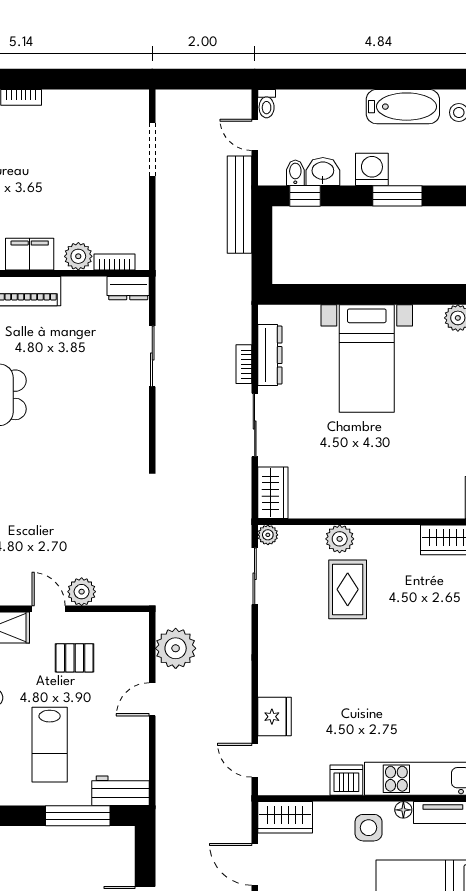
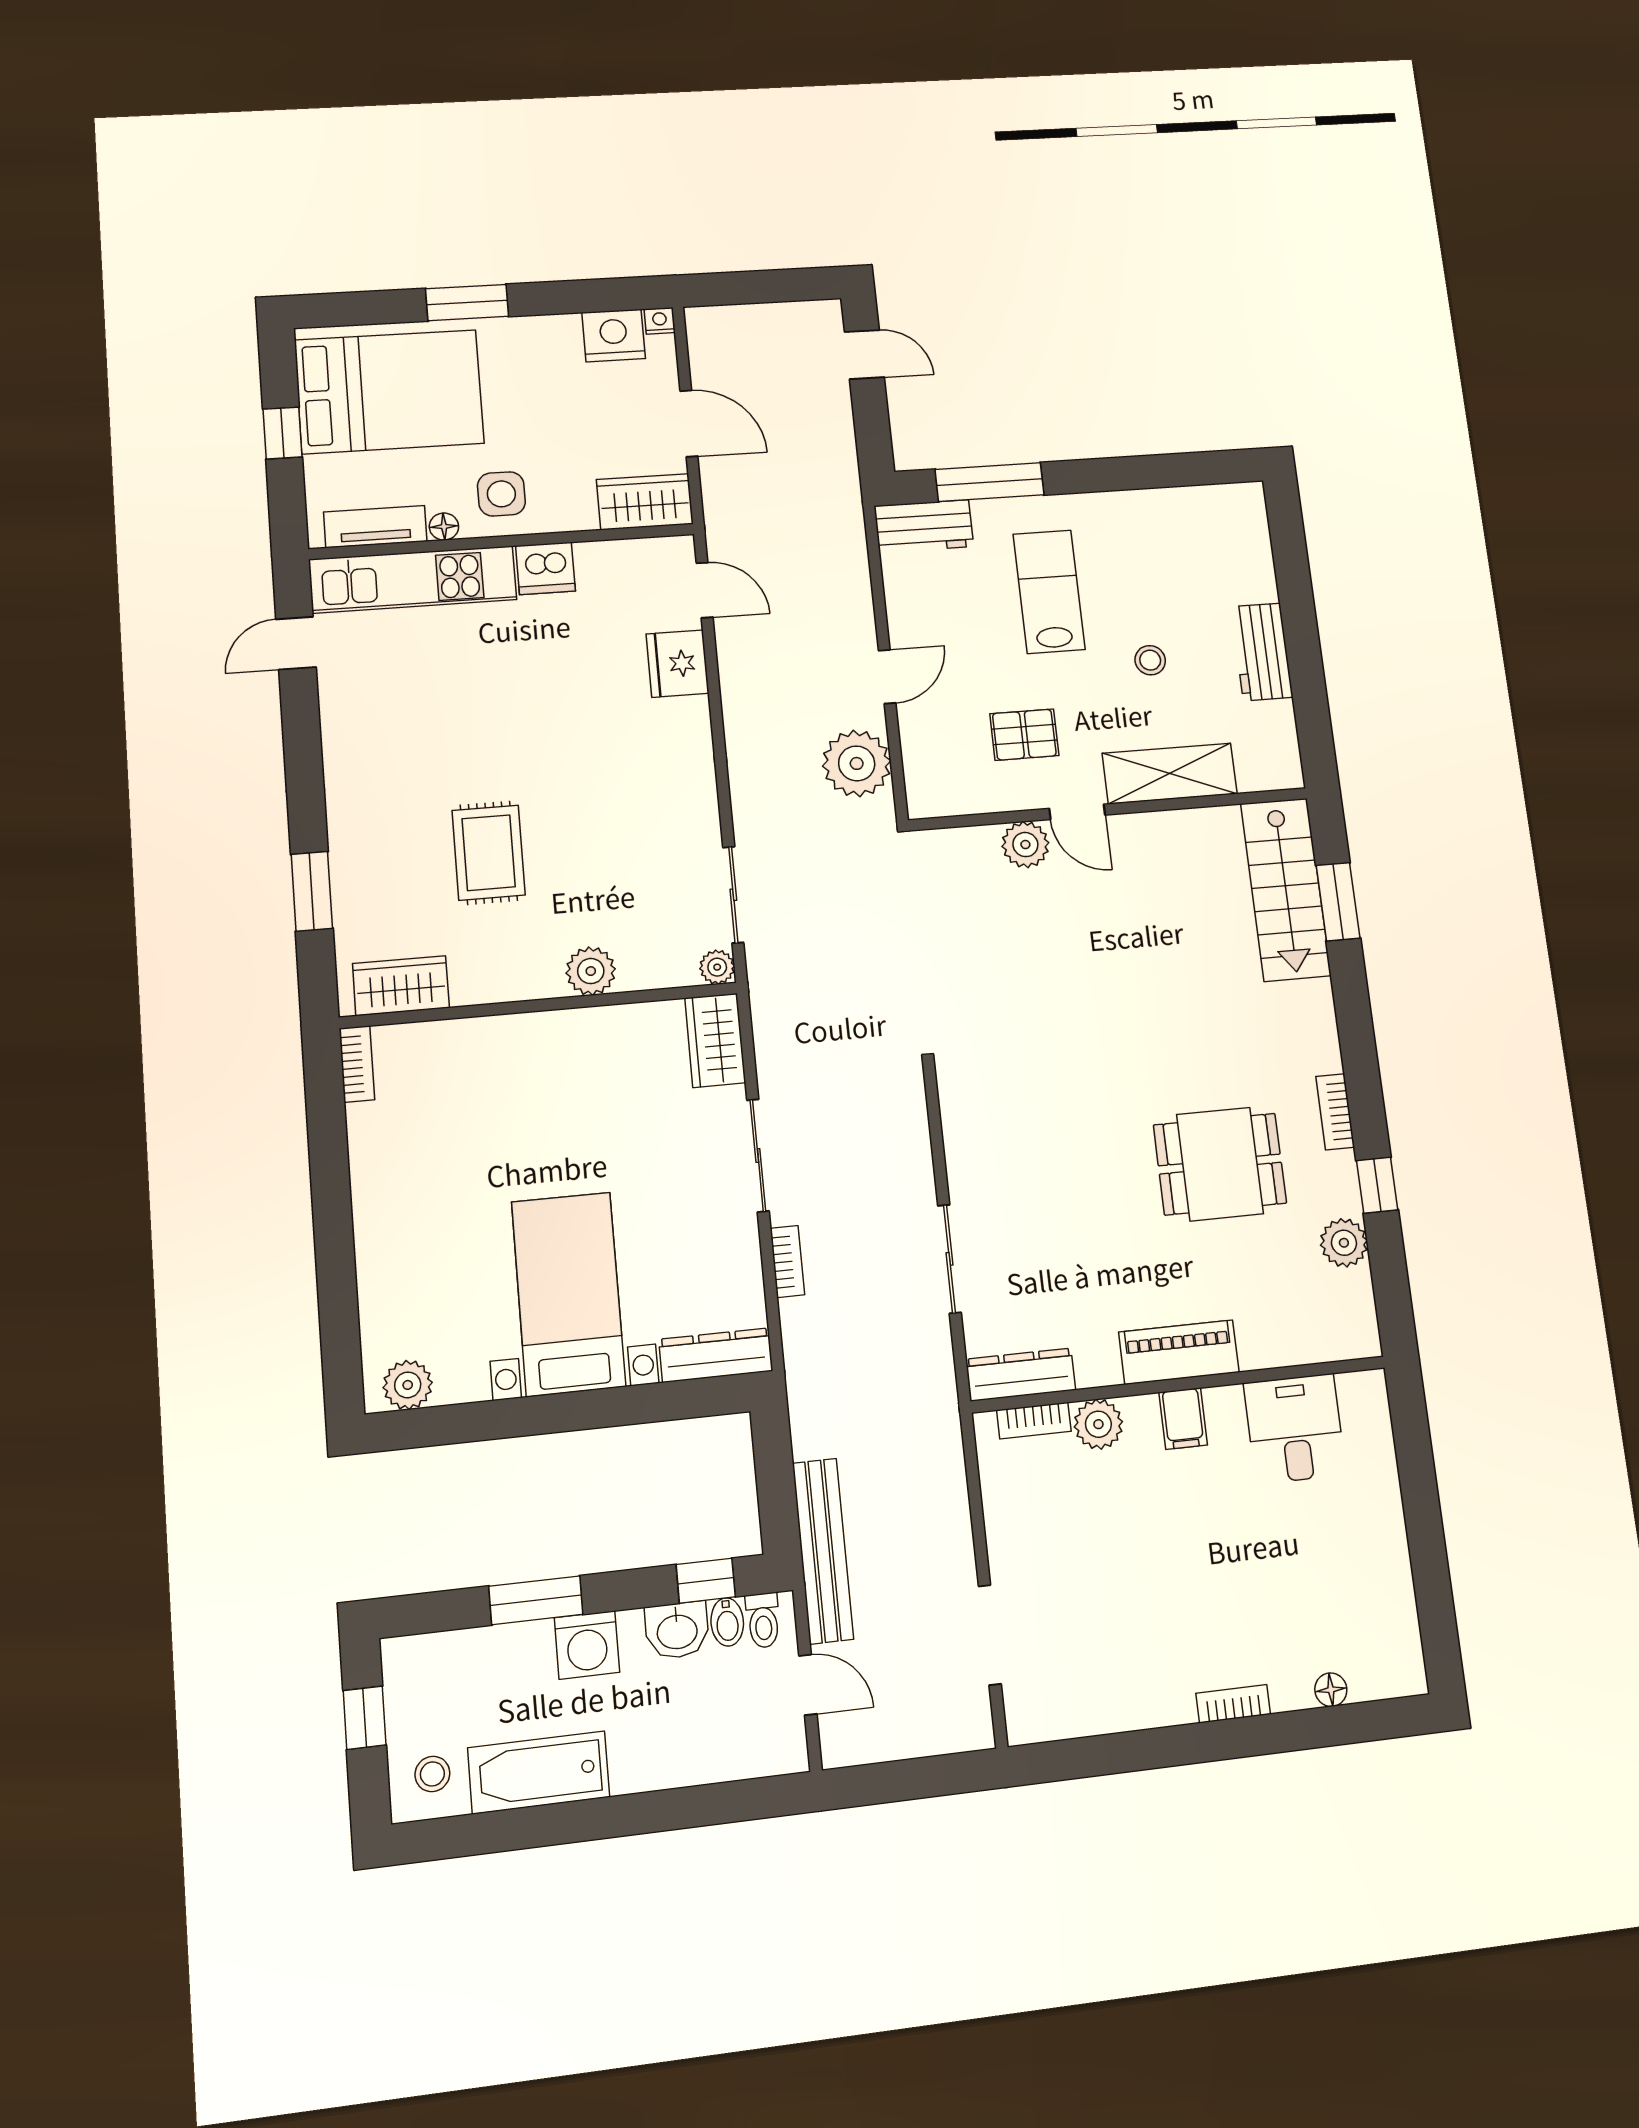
toilet: (267, 104) -> (763, 1620), moved, turned 180
filing cabinet: (30, 254) -> (1183, 1419), width x0.50
dresser: (128, 288) -> (1021, 1375), width x1.44
dresser: (270, 355) -> (716, 1355), moved, turned 90
rug: (348, 589) -> (489, 853), moved

